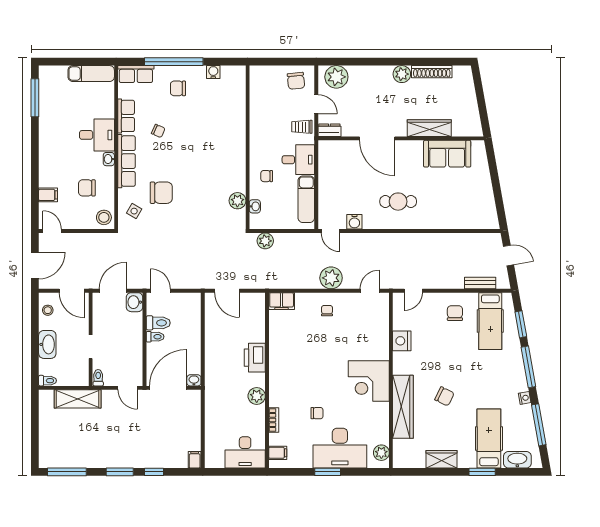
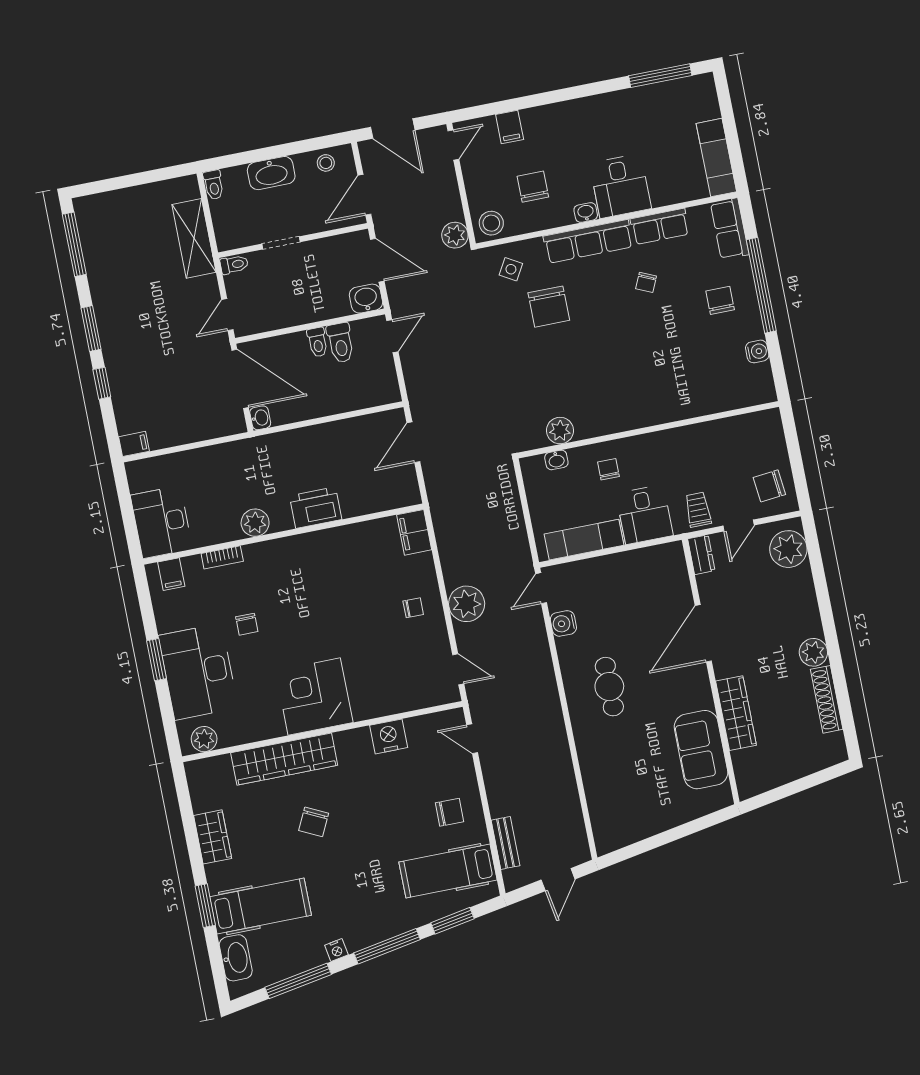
plant: (265, 241) -> (455, 235), moved

